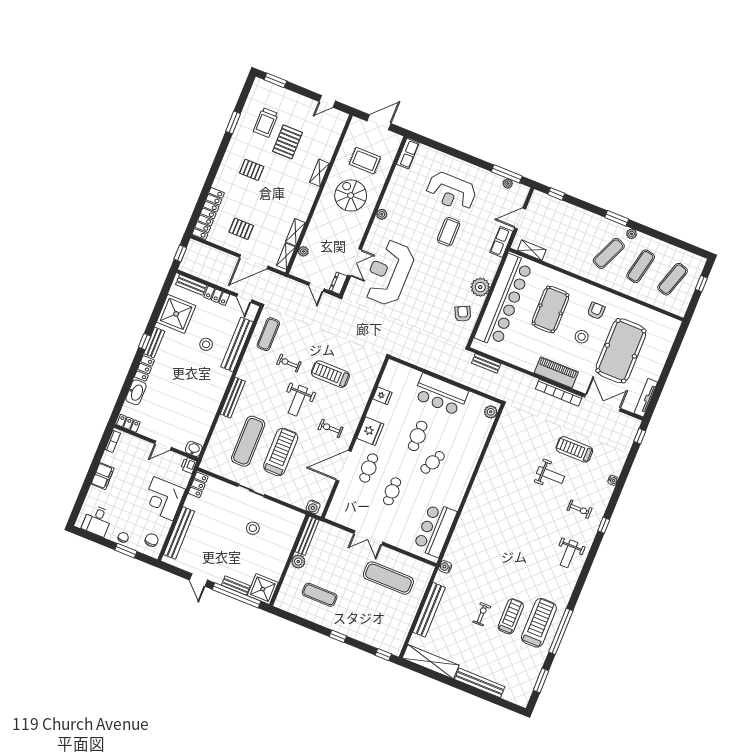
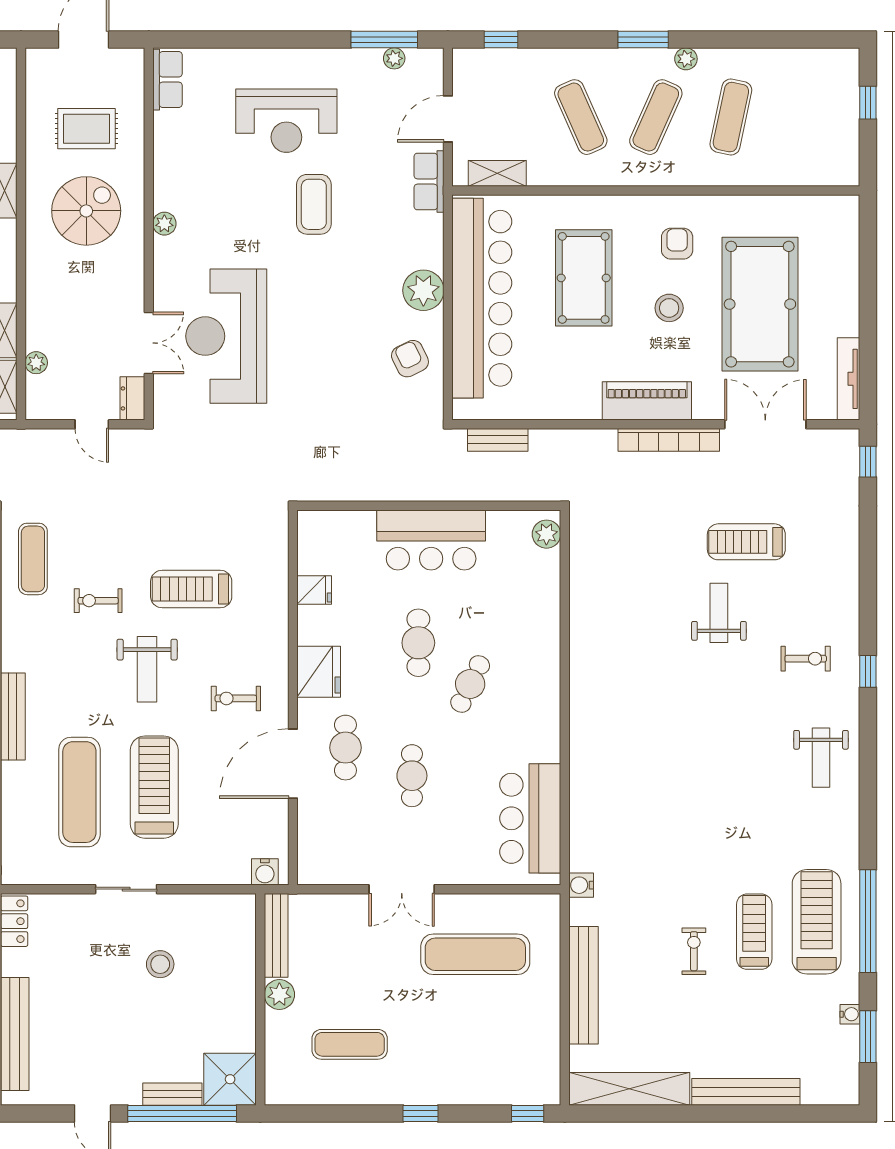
spiral stairs: (351, 196) -> (86, 211), turned 90
exercise mat: (673, 279) -> (581, 117), moved, turned -42
weight bench: (550, 475) -> (719, 613), turned -90
water cooler: (613, 480) -> (850, 1014), moved

